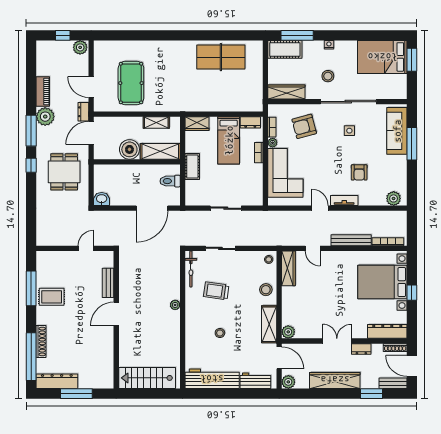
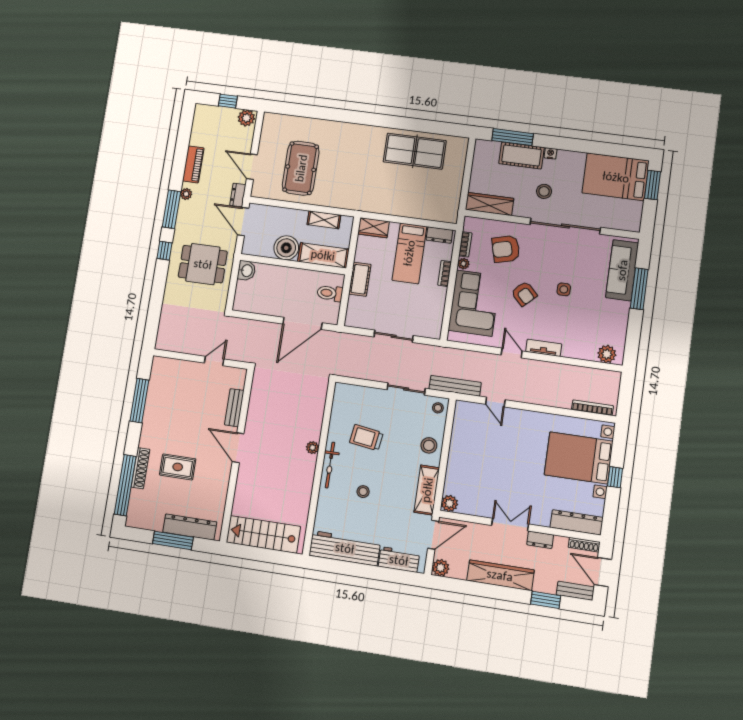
cot: (285, 49) -> (521, 155), moved
plant: (45, 117) -> (186, 194), width x0.53, depth x0.53
side table: (349, 131) -> (564, 289), moved
door: (91, 133) -> (243, 222), hinge flipped
dining table: (64, 172) -> (203, 264), turned 90
armchair: (359, 172) -> (524, 294), moved, turned -44
washbasin: (102, 199) -> (247, 271), moved, turned 90
bench: (351, 240) -> (455, 386), moved
sliding door: (220, 248) -> (406, 389), moved
wardrobe: (288, 268) -> (461, 423), removed
bicycle: (191, 269) -> (330, 465), moved
rug: (52, 297) -> (178, 467), moved
door: (116, 314) -> (238, 448), hinge flipped
door: (279, 358) -> (433, 535), hinge flipped
dresser: (57, 381) -> (190, 527), moved

